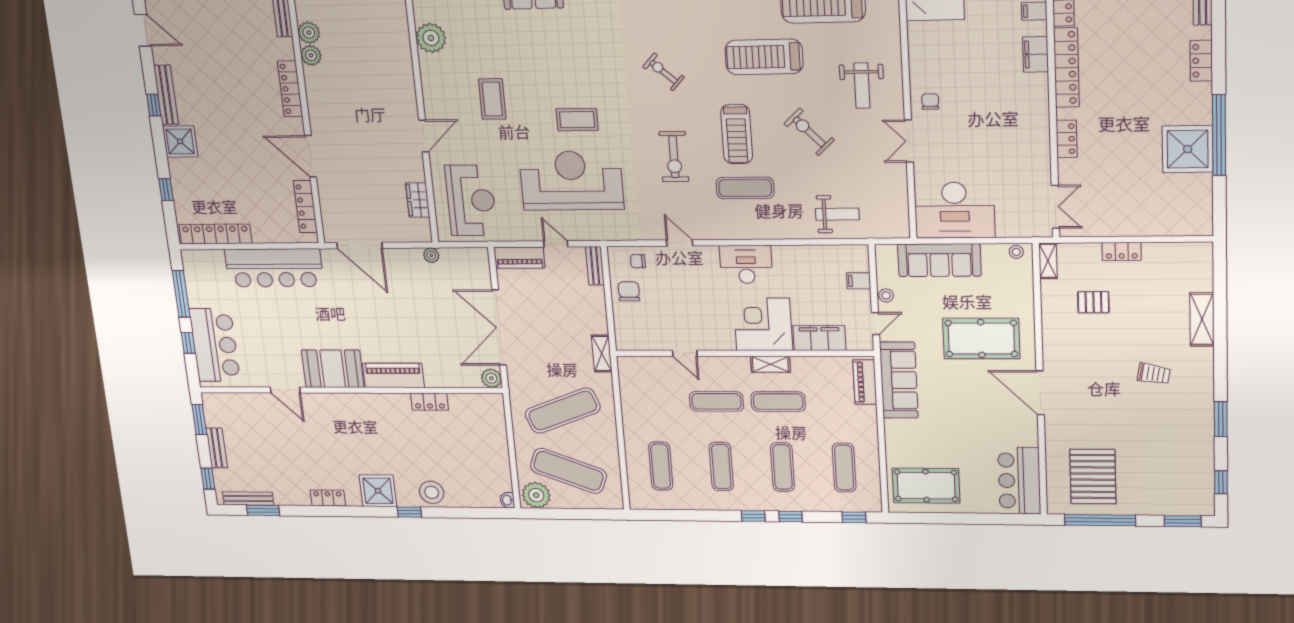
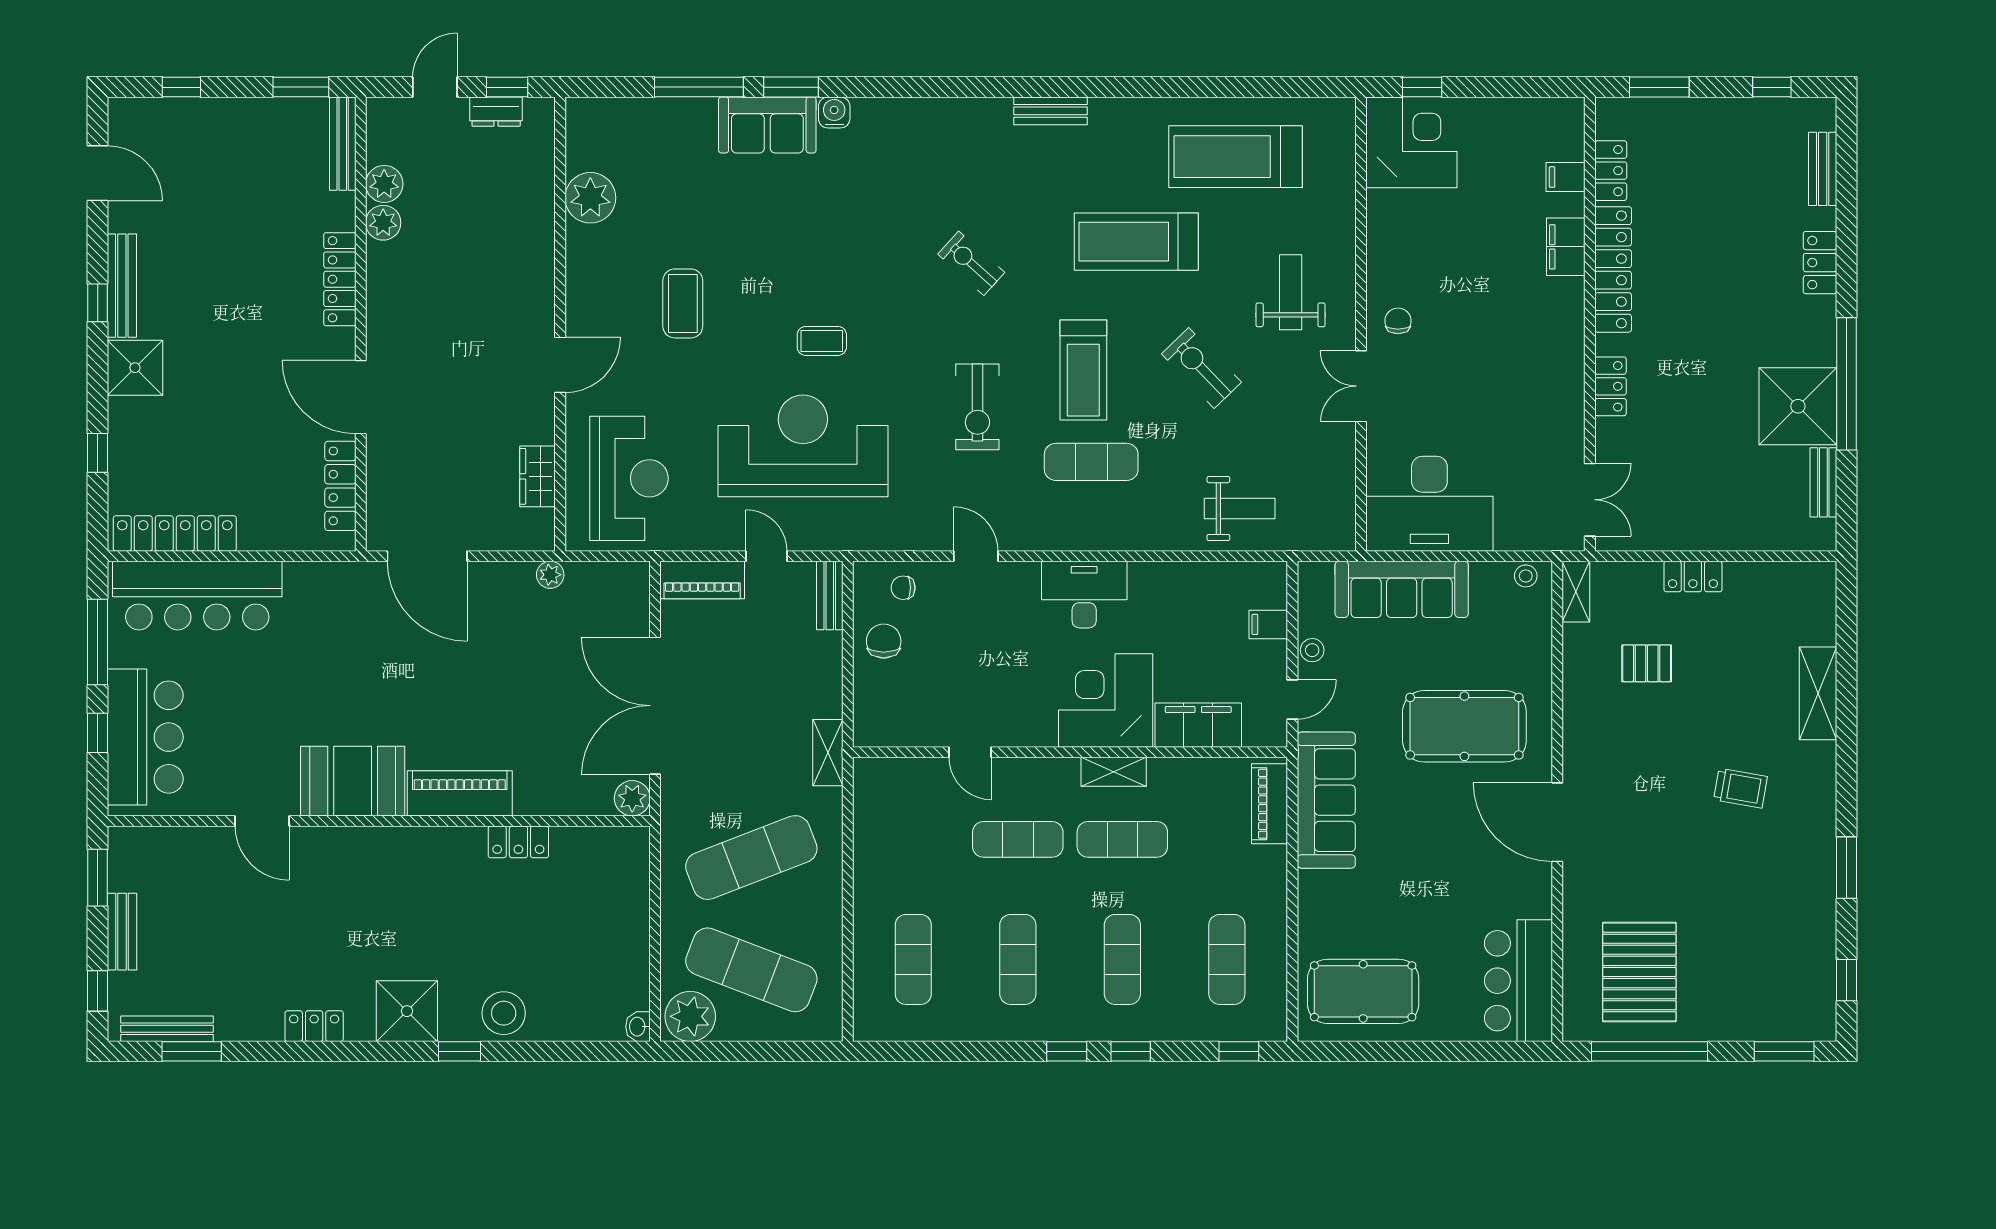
weight bench: (862, 86) -> (1291, 292), turned 180
coffee table: (577, 120) -> (822, 341), width x0.73, depth x0.77
bench: (1204, 195) -> (1823, 482), added
bar counter: (274, 268) -> (197, 596), moved

